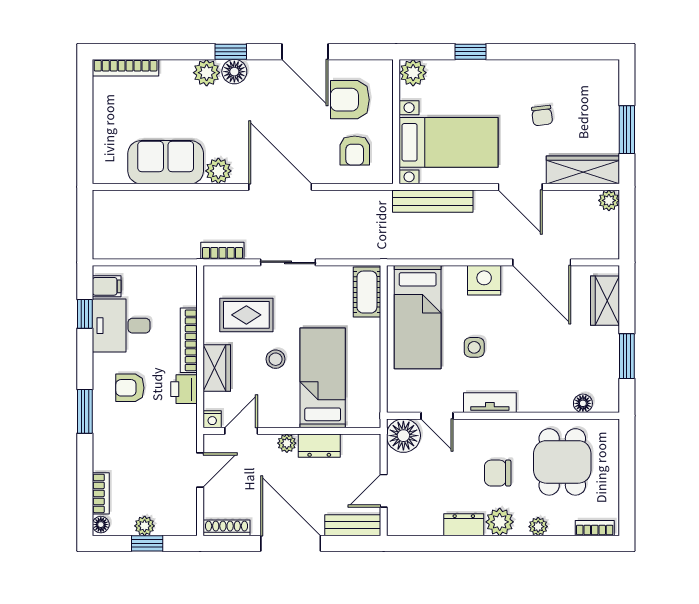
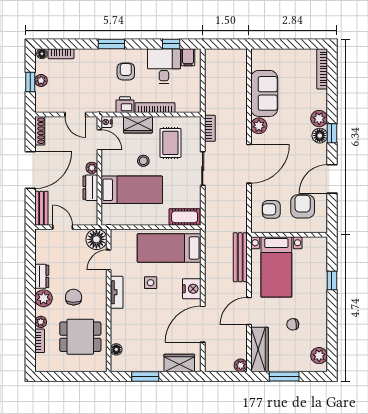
plant: (413, 73) -> (319, 356), moved
bookcase: (595, 528) -> (40, 341), moved

